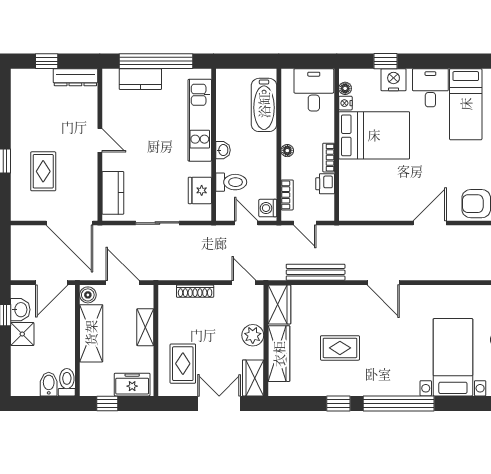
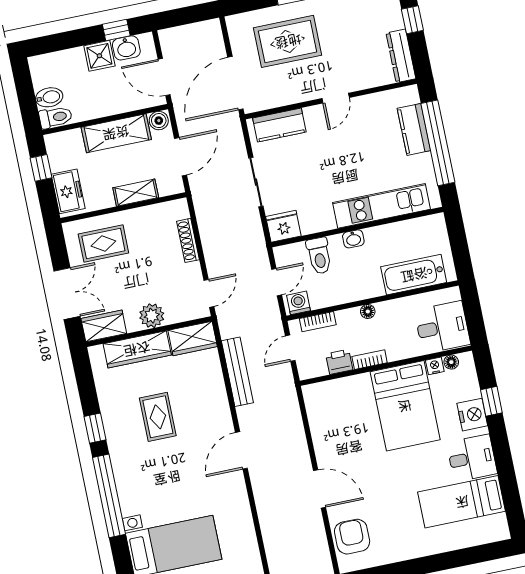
rug: (43, 171) -> (288, 41), width x1.36, depth x1.43
fridge: (200, 190) -> (283, 226), moved

